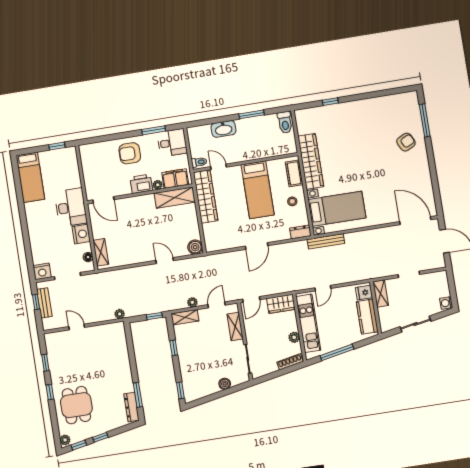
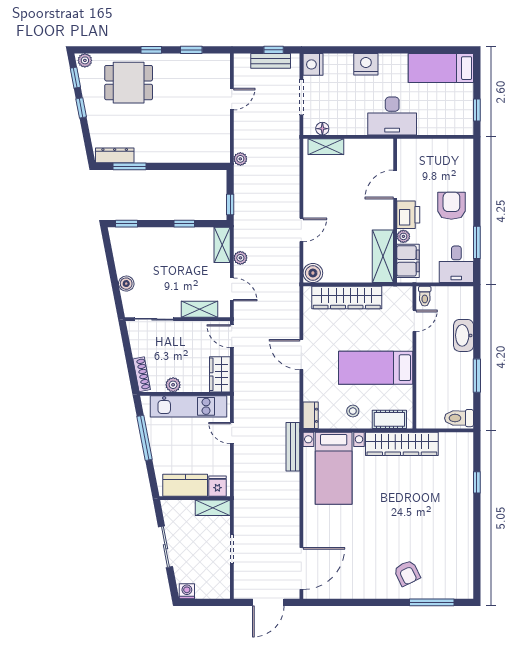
wardrobe: (206, 196) -> (347, 297), moved
door: (103, 200) -> (395, 184), moved
nightstand: (81, 234) -> (366, 64), moved, turned 180

